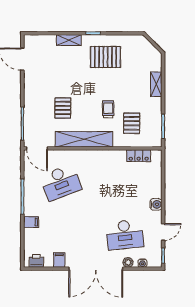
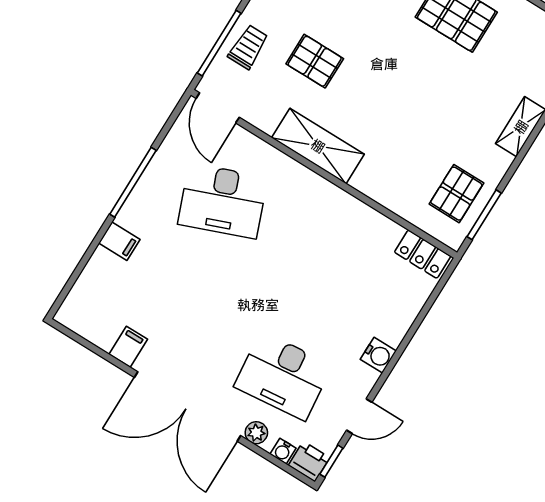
pallet: (63, 108) -> (315, 61), turned 90
trolley: (108, 109) -> (248, 47), moved
pallet: (132, 123) -> (456, 194), moved
shelving: (84, 139) -> (318, 146), width x0.68
locker: (139, 156) -> (423, 254), moved
printer: (36, 261) -> (309, 462), moved

